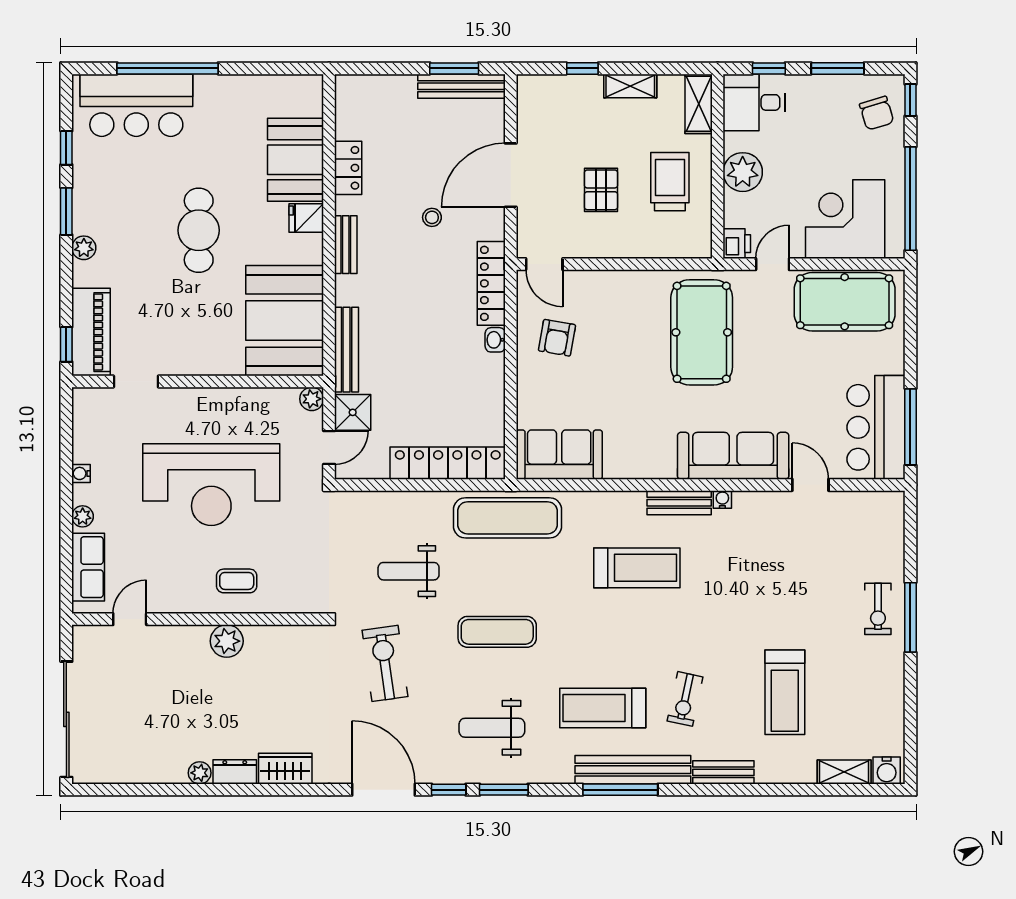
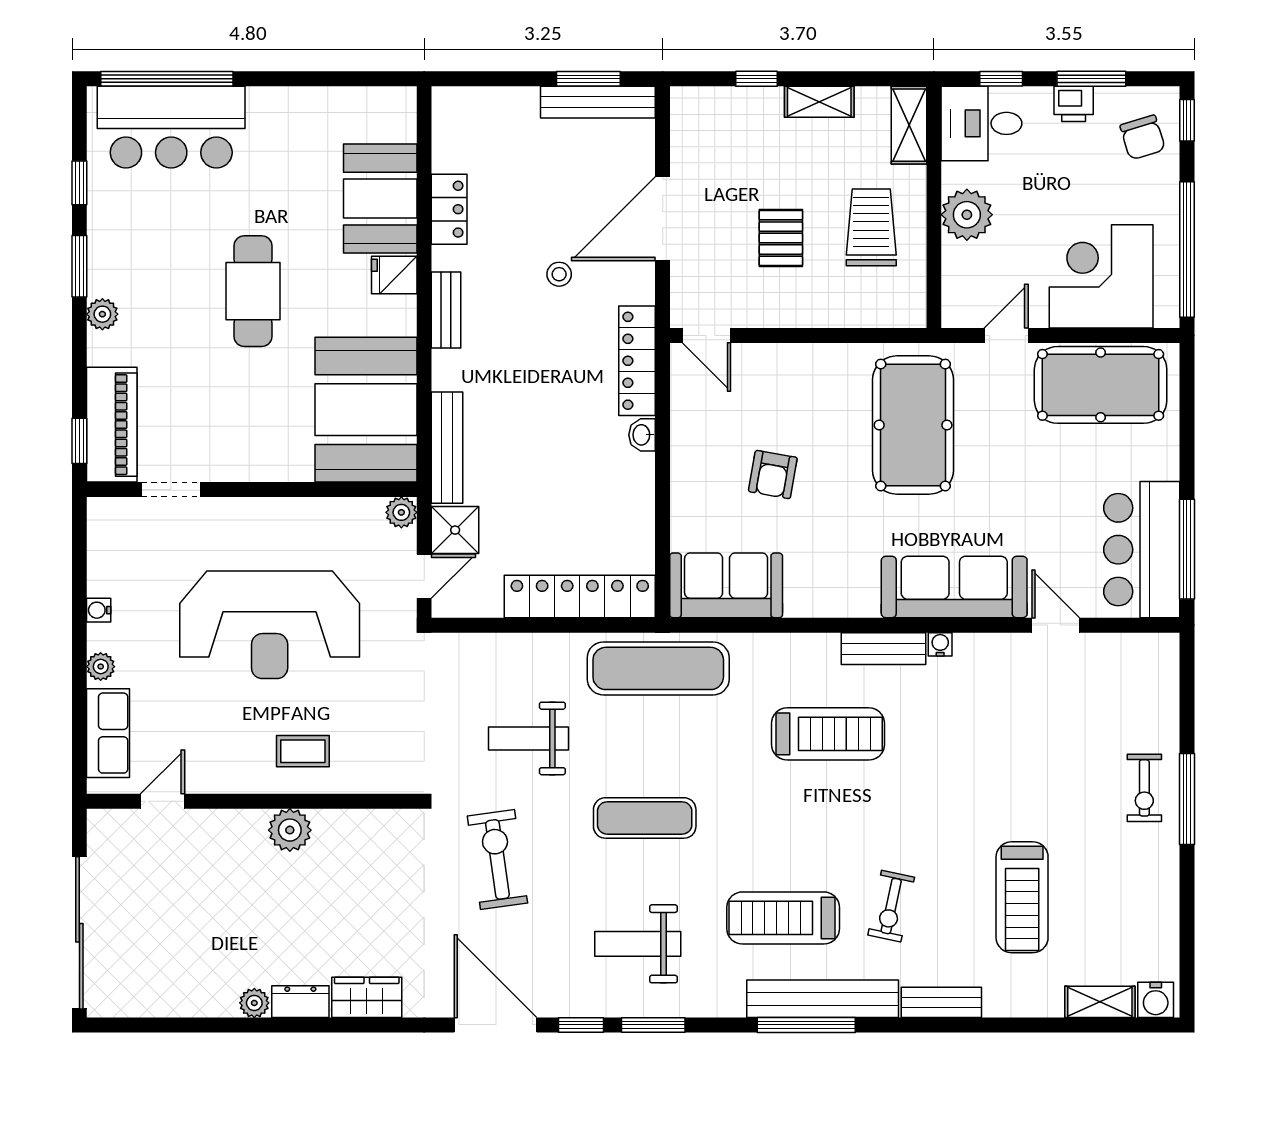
window: (168, 68) -> (167, 79), moved
printer: (737, 244) -> (1074, 104), moved, turned 90
armchair: (557, 338) -> (773, 475), moved

